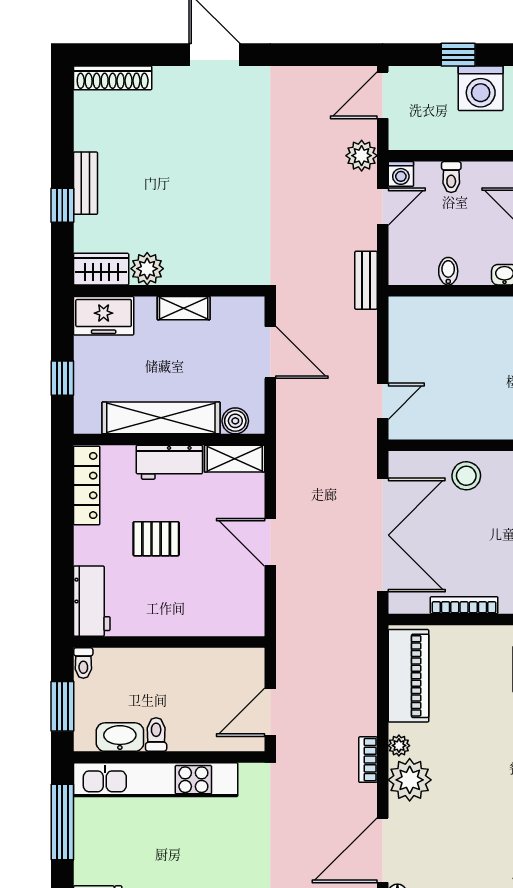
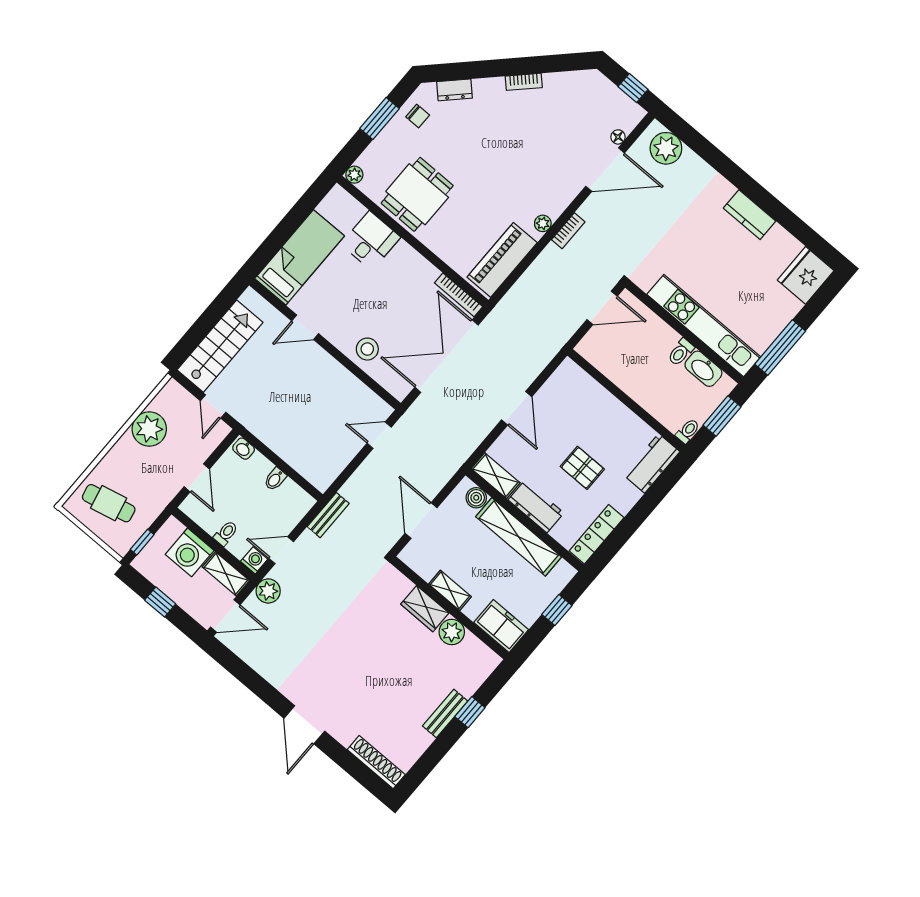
washing machine: (481, 88) -> (190, 552), moved, turned 180
shelving: (417, 137) -> (226, 574), added
wardrobe: (101, 269) -> (425, 609), moved
bookcase: (464, 605) -> (459, 295), moved
plant: (410, 780) -> (554, 198), removed

